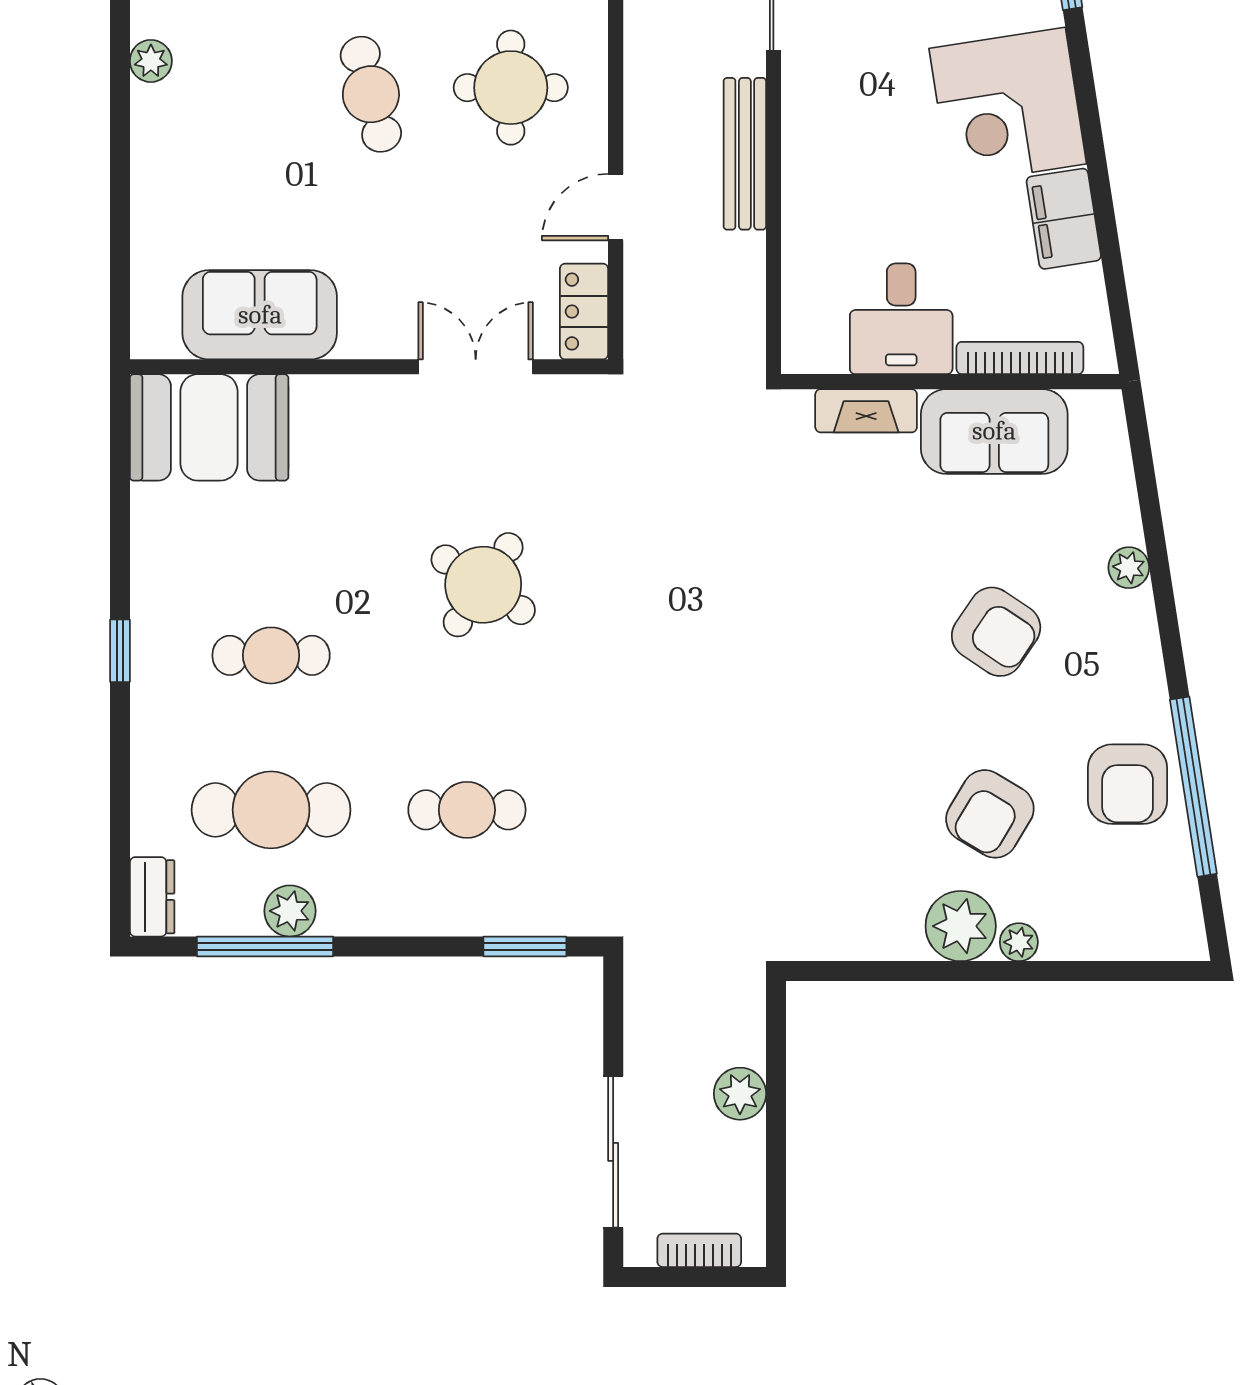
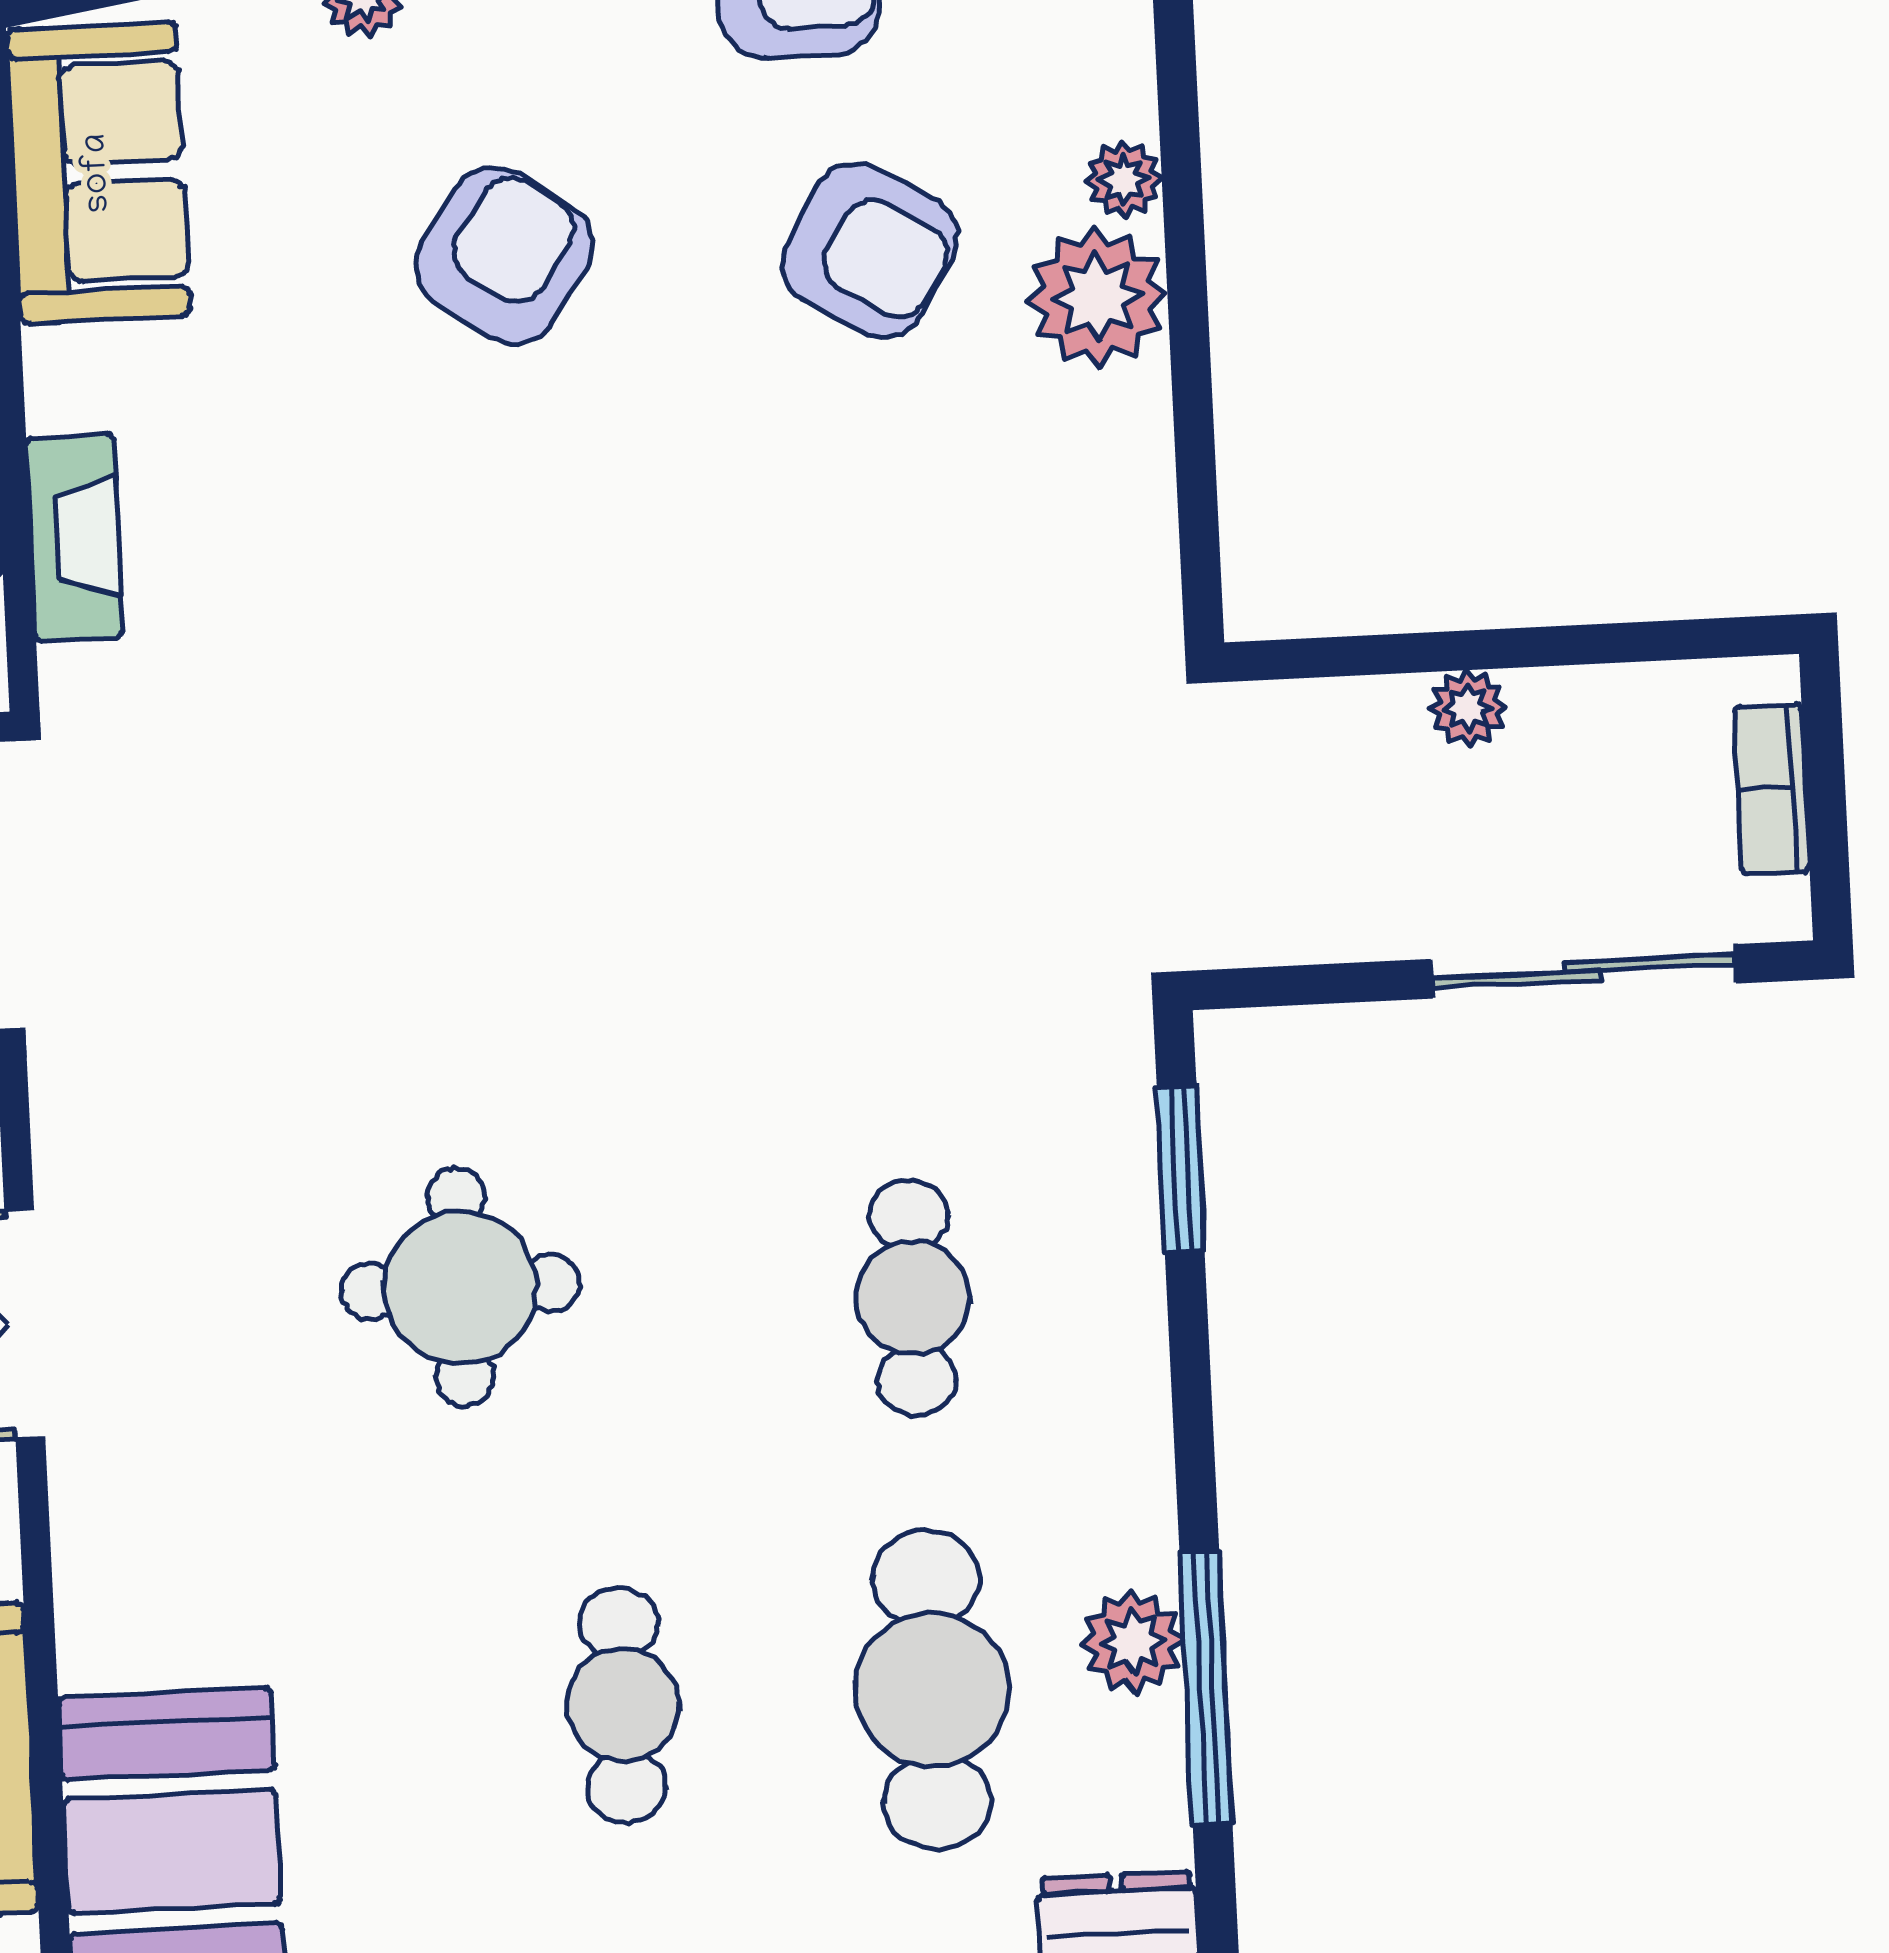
sofa: (994, 431) -> (98, 173), moved
round table: (483, 585) -> (460, 1287), turned -34
plant: (740, 1094) -> (1468, 708), width x0.73, depth x0.73

